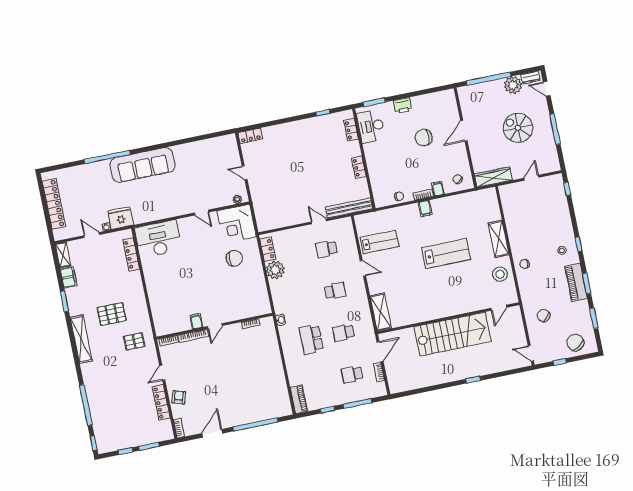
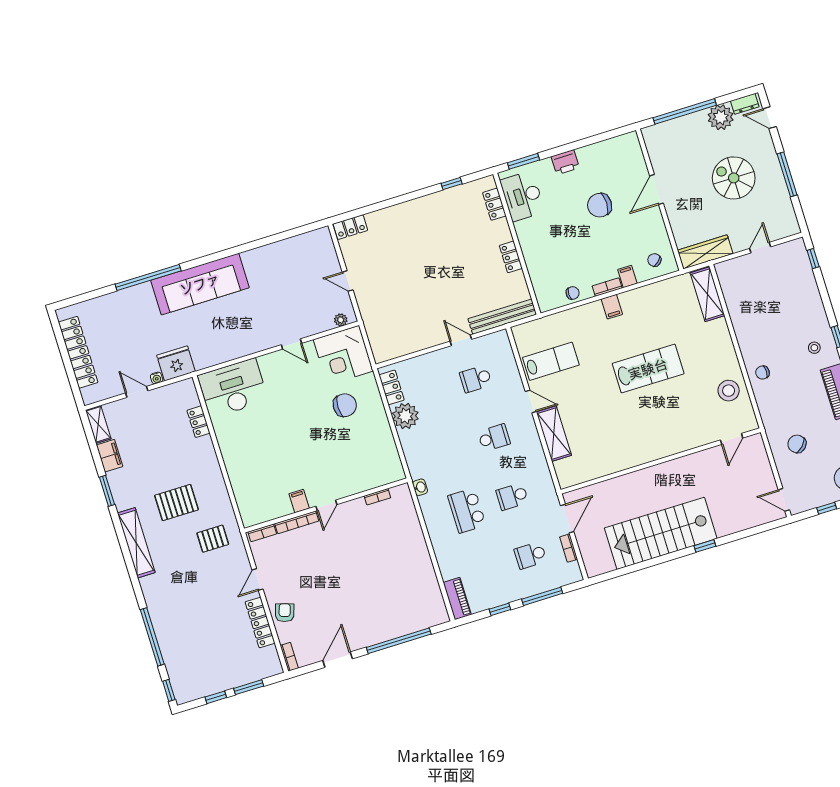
shelving: (499, 239) -> (707, 294), moved
locker: (131, 254) -> (199, 422), width x0.66
shelving: (381, 312) -> (554, 434), moved
stairs: (453, 334) -> (661, 533), moved, turned 180

